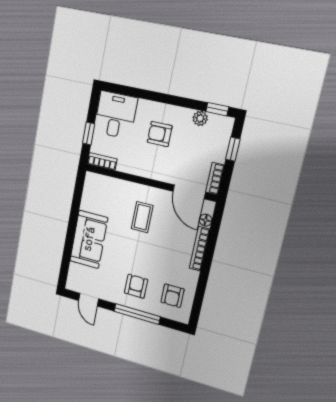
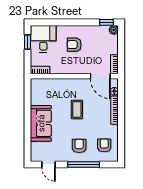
plant: (200, 118) -> (114, 30), moved
window: (89, 133) -> (28, 42), moved
window: (233, 149) -> (121, 44), removed
coffee table: (142, 217) -> (77, 109), moved
armchair: (172, 296) -> (104, 145), turned 180

